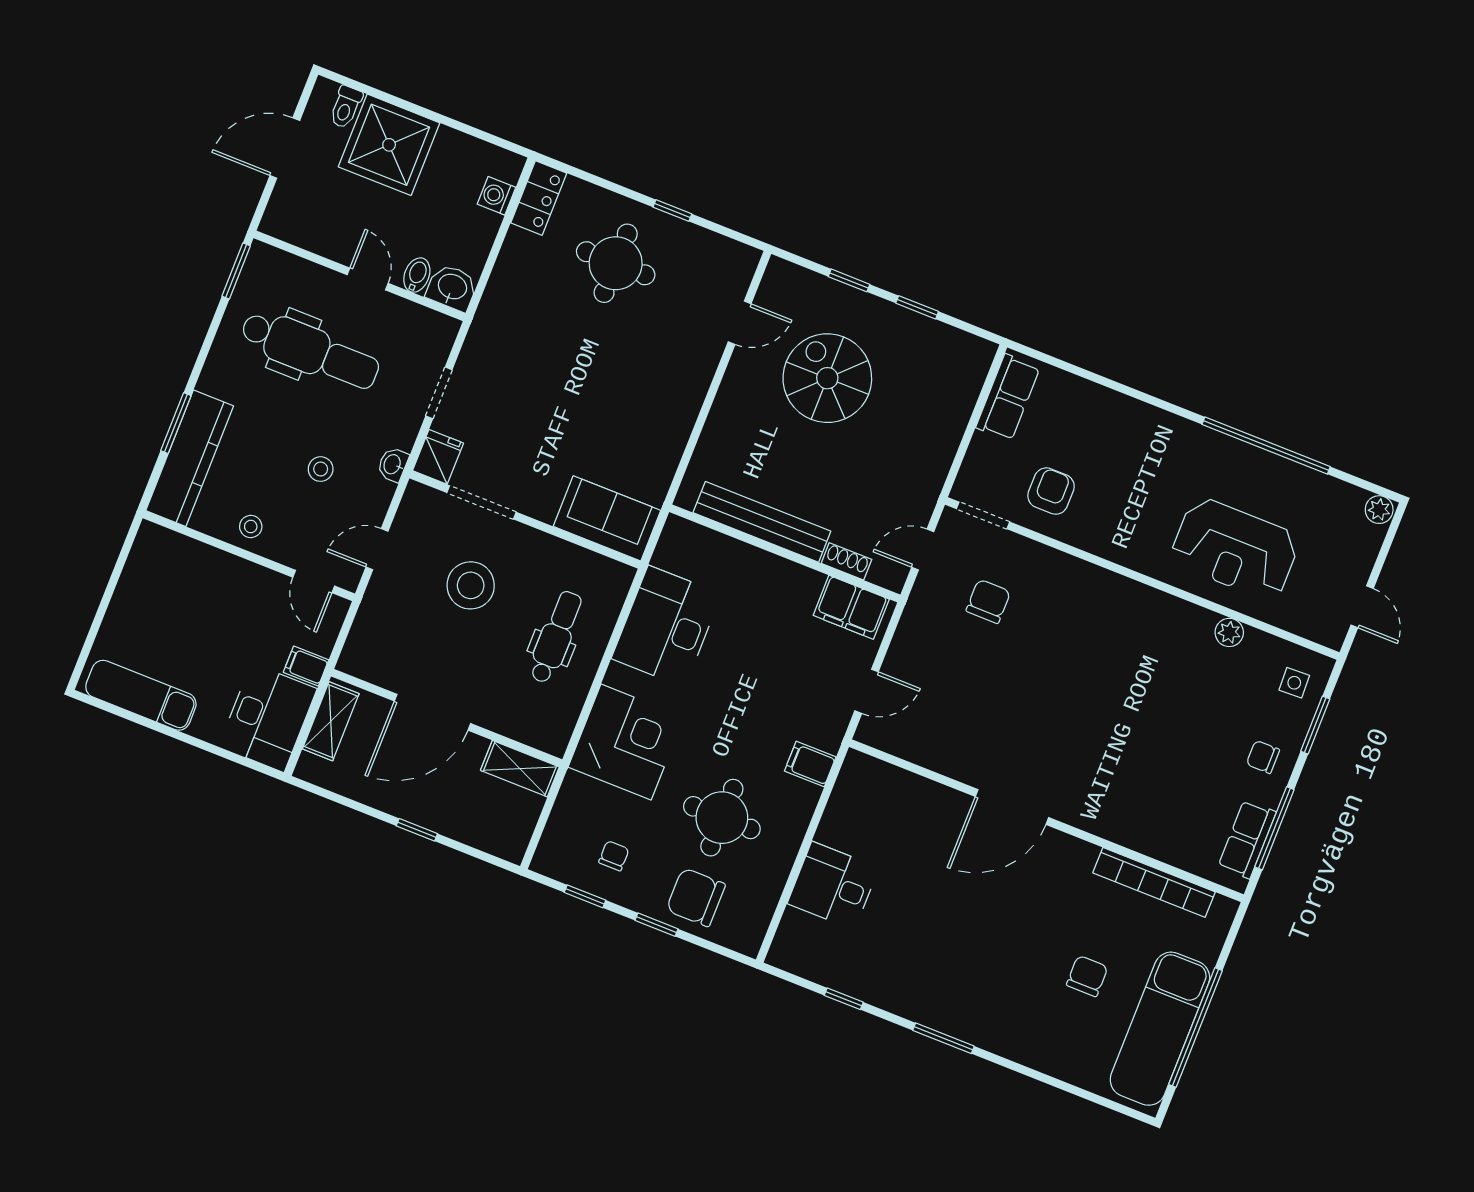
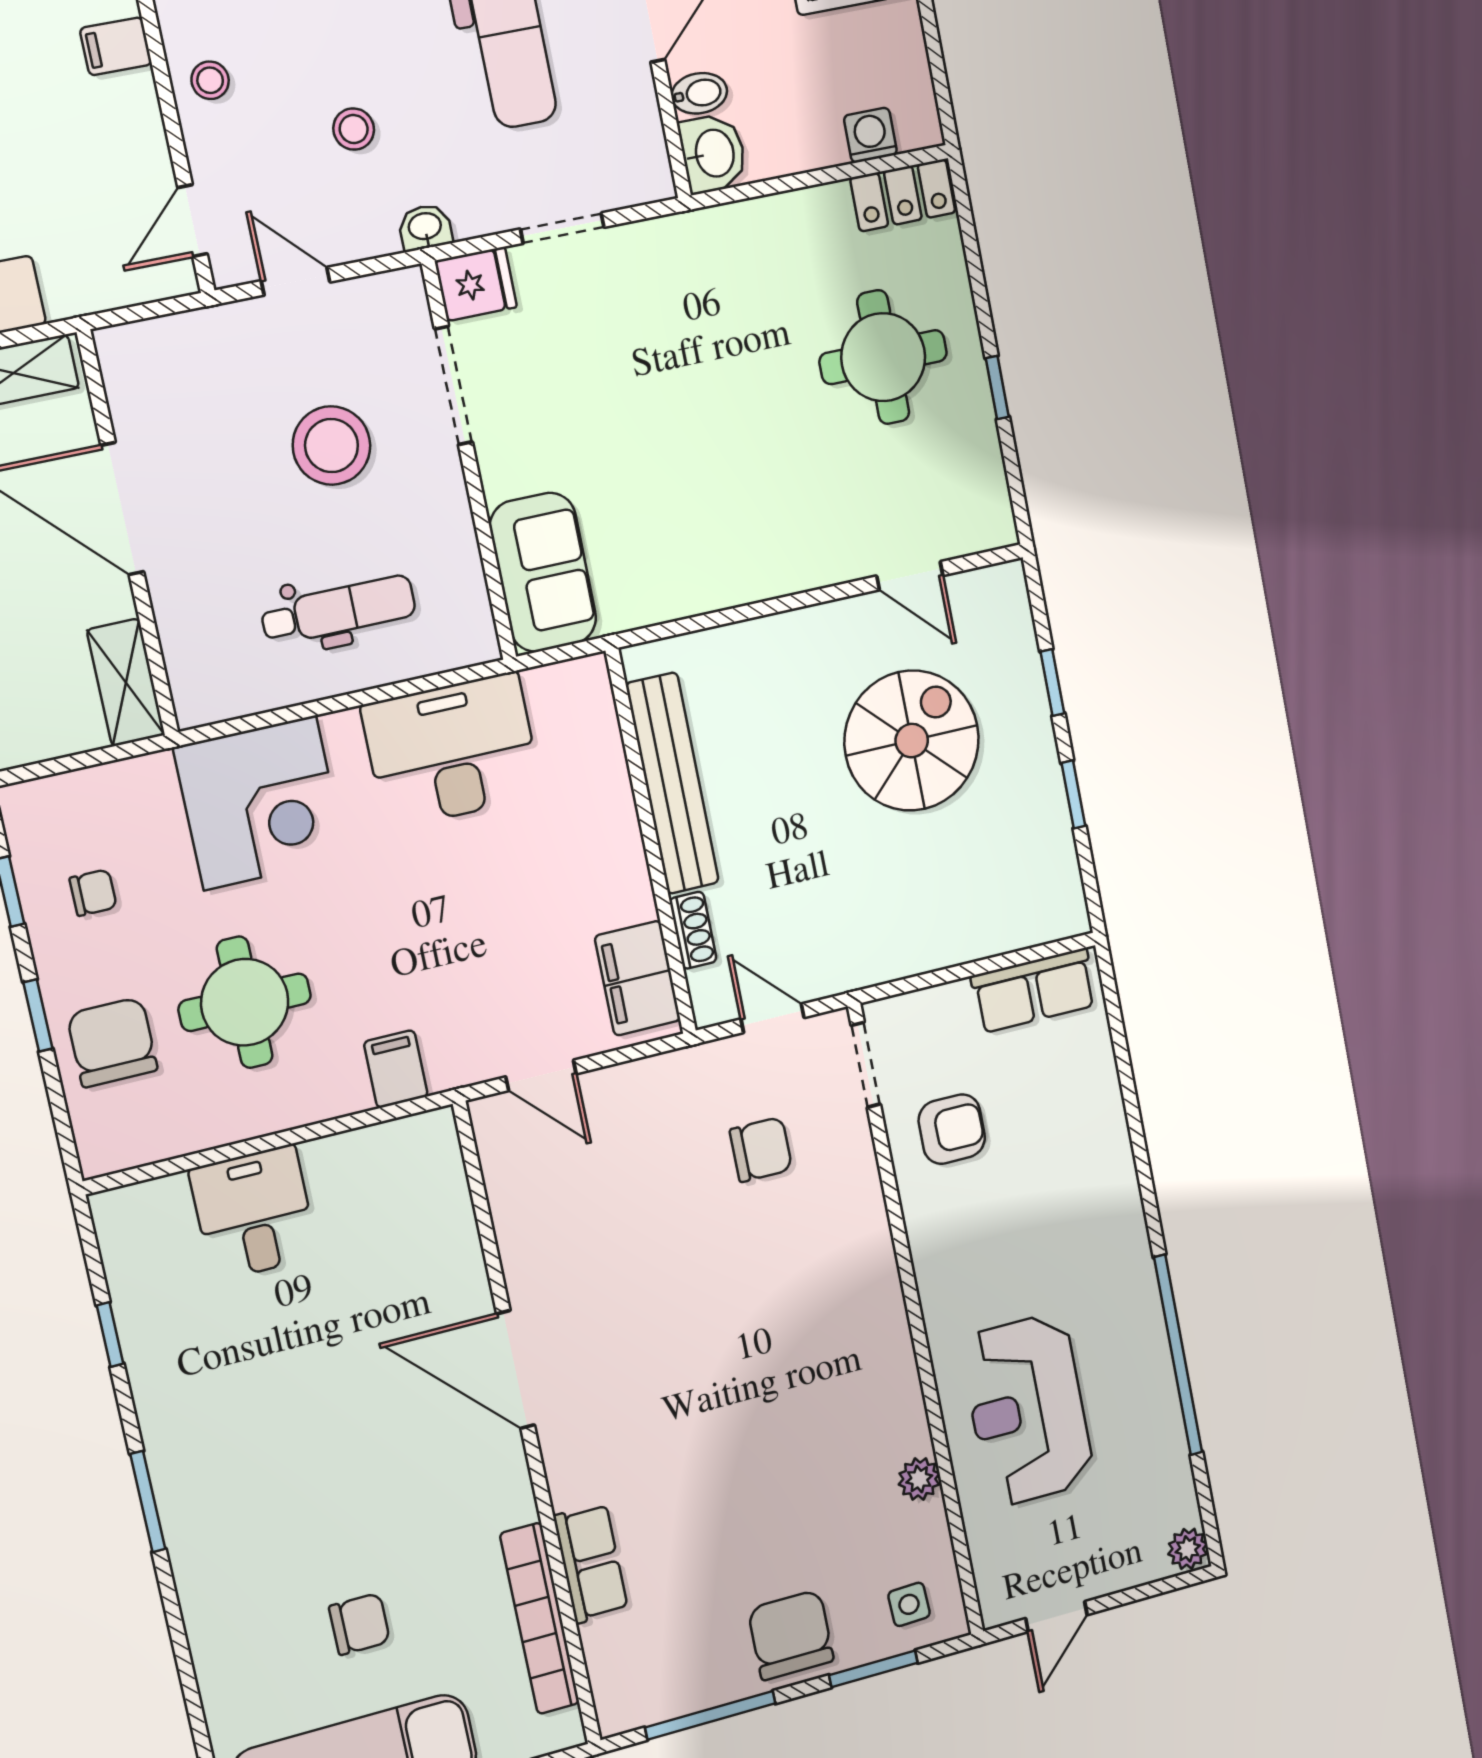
filing cabinet: (306, 666) -> (116, 46), moved, turned -90
chair: (1263, 757) -> (791, 1635), width x1.87, depth x1.87
row of seats: (1247, 839) -> (591, 1563), moved, turned 90

